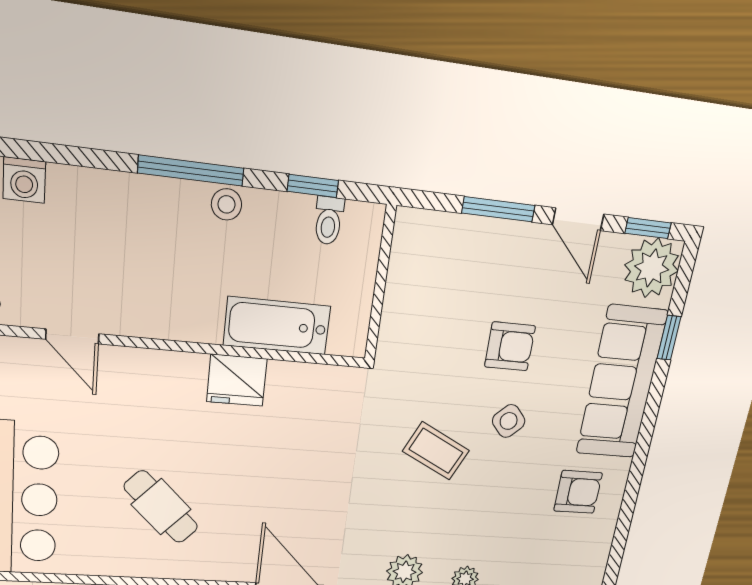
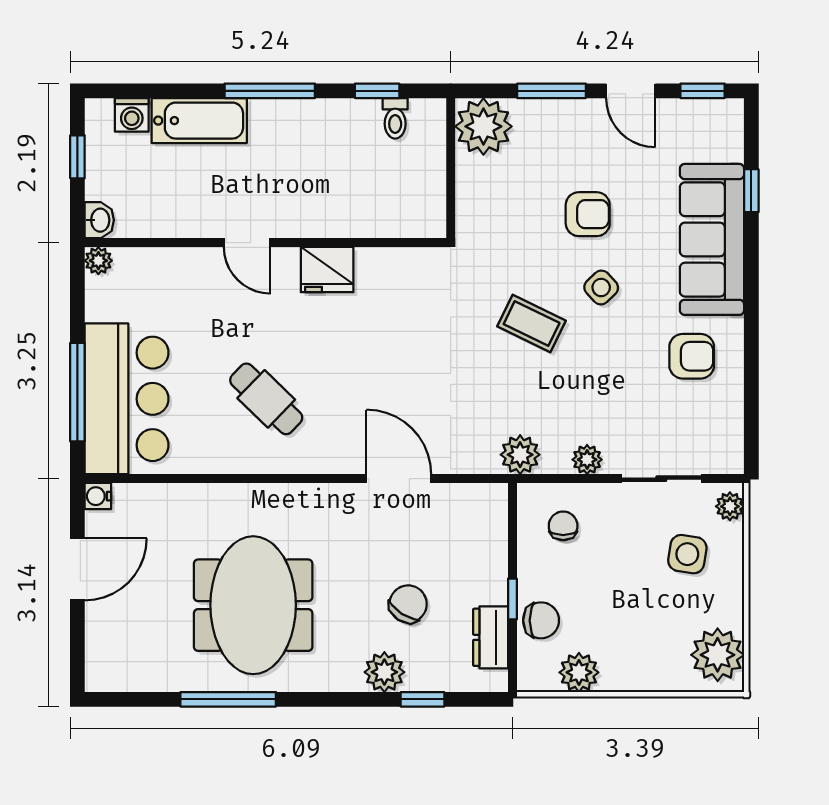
stool: (227, 204) -> (303, 115), removed
plant: (652, 268) -> (483, 126), moved
bathtub: (277, 326) -> (199, 121), moved, turned 180
door: (72, 336) -> (247, 243), moved

